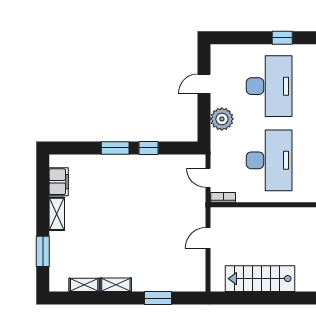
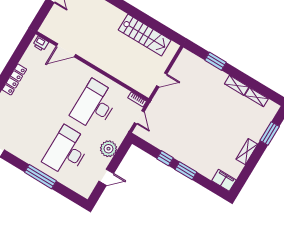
window: (282, 38) -> (40, 177), width x2.17
filing cabinet: (59, 182) -> (224, 180), moved, turned 90

